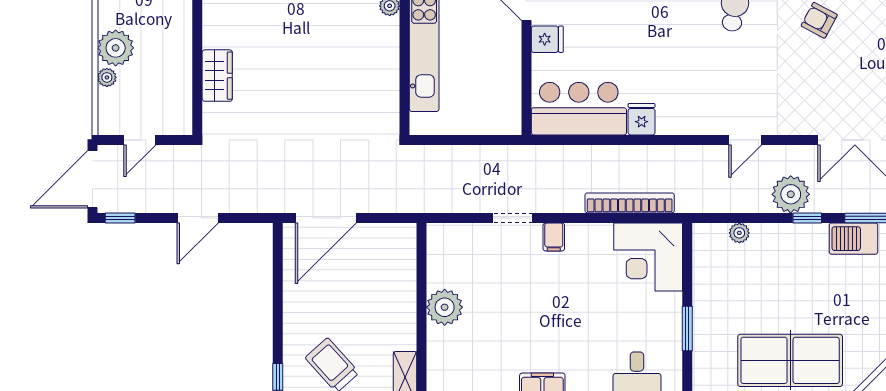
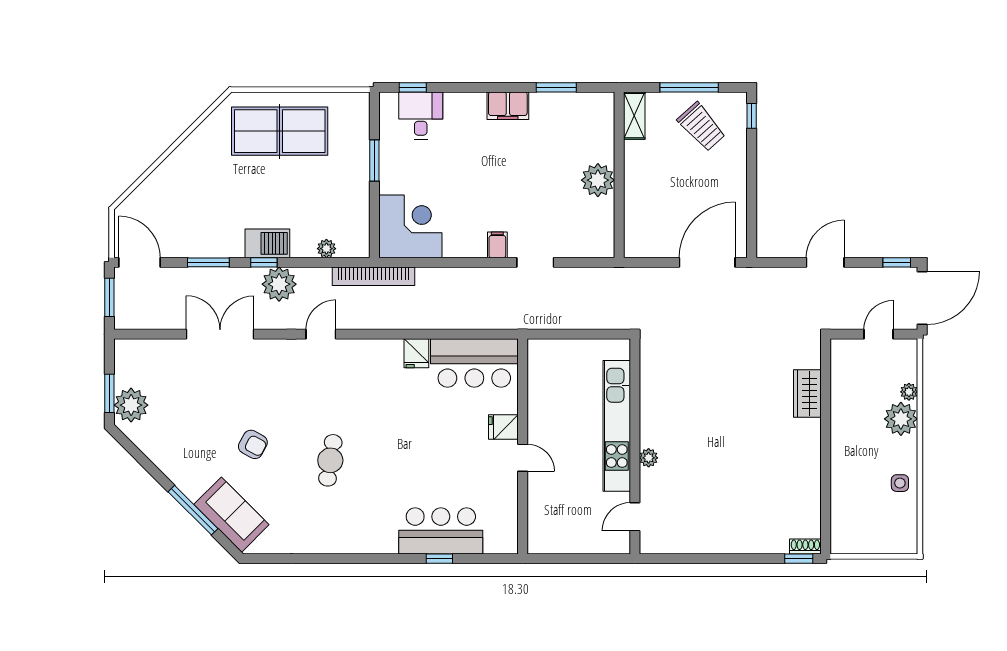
bookcase: (630, 203) -> (374, 276), moved
barbecue: (853, 239) -> (267, 243), moved

